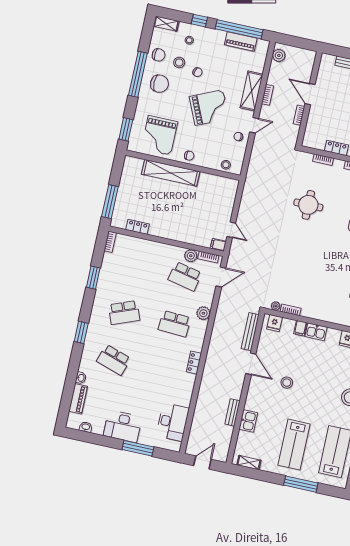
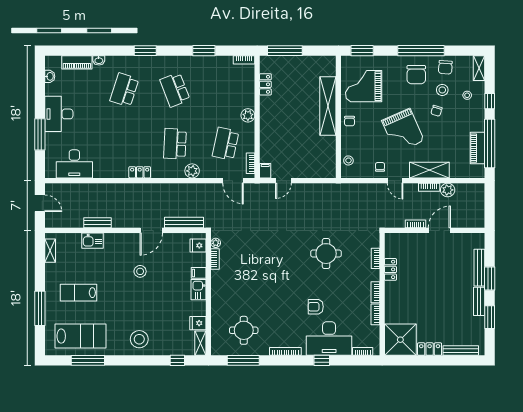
plant: (279, 55) -> (448, 190), moved
plant: (191, 256) -> (248, 115), moved
lab bench: (294, 445) -> (79, 293), width x0.73, depth x0.72

